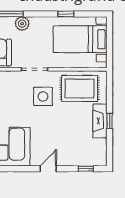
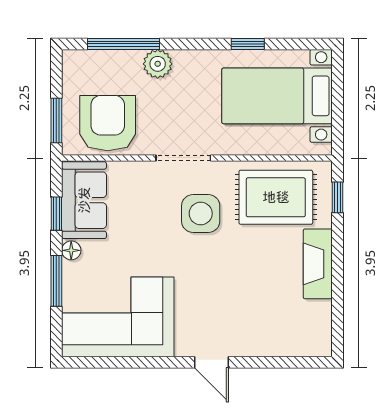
window: (110, 121) -> (338, 197), moved
door: (48, 169) -> (211, 362), swing flipped
window: (86, 169) -> (289, 362), removed

